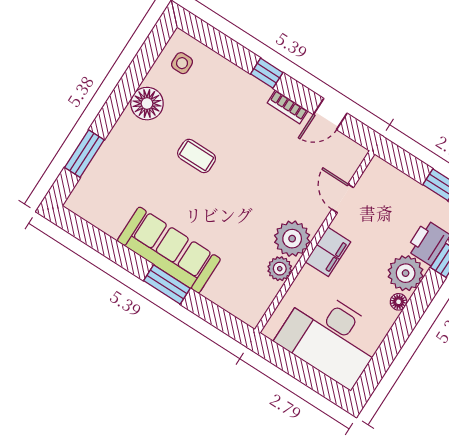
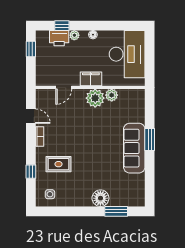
window: (267, 73) -> (31, 172), moved
floor lamp: (147, 104) -> (100, 198), moved
rug: (222, 109) -> (59, 164), added
coffee table: (197, 156) -> (86, 162), removed
plant: (406, 273) -> (74, 35), width x0.53, depth x0.53

